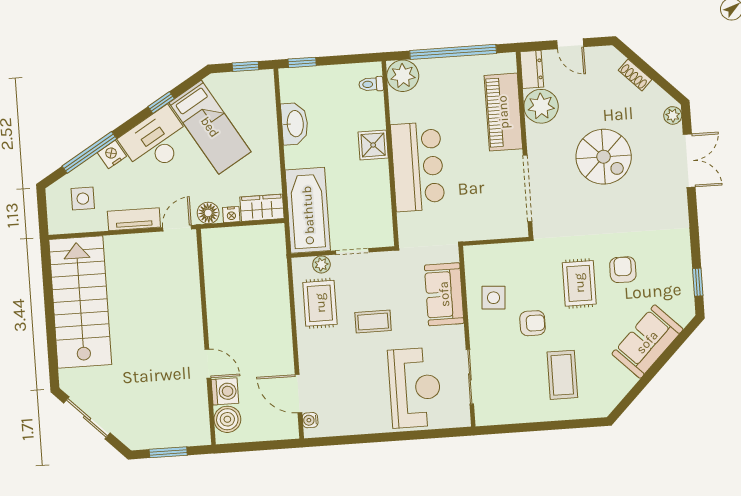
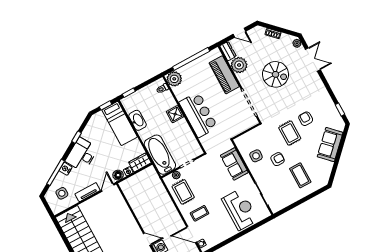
bed: (210, 127) -> (120, 123), moved, turned 31
coffee table: (373, 322) -> (200, 213), moved

